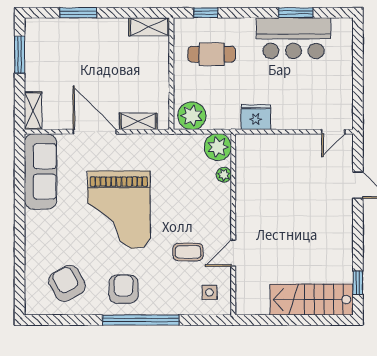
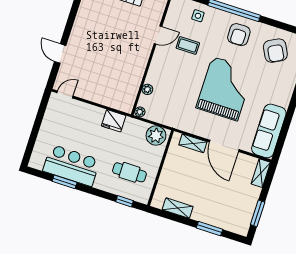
shelving: (149, 27) -> (178, 208), moved
plant: (218, 147) -> (140, 112), width x0.53, depth x0.53
side table: (209, 292) -> (198, 16), moved

